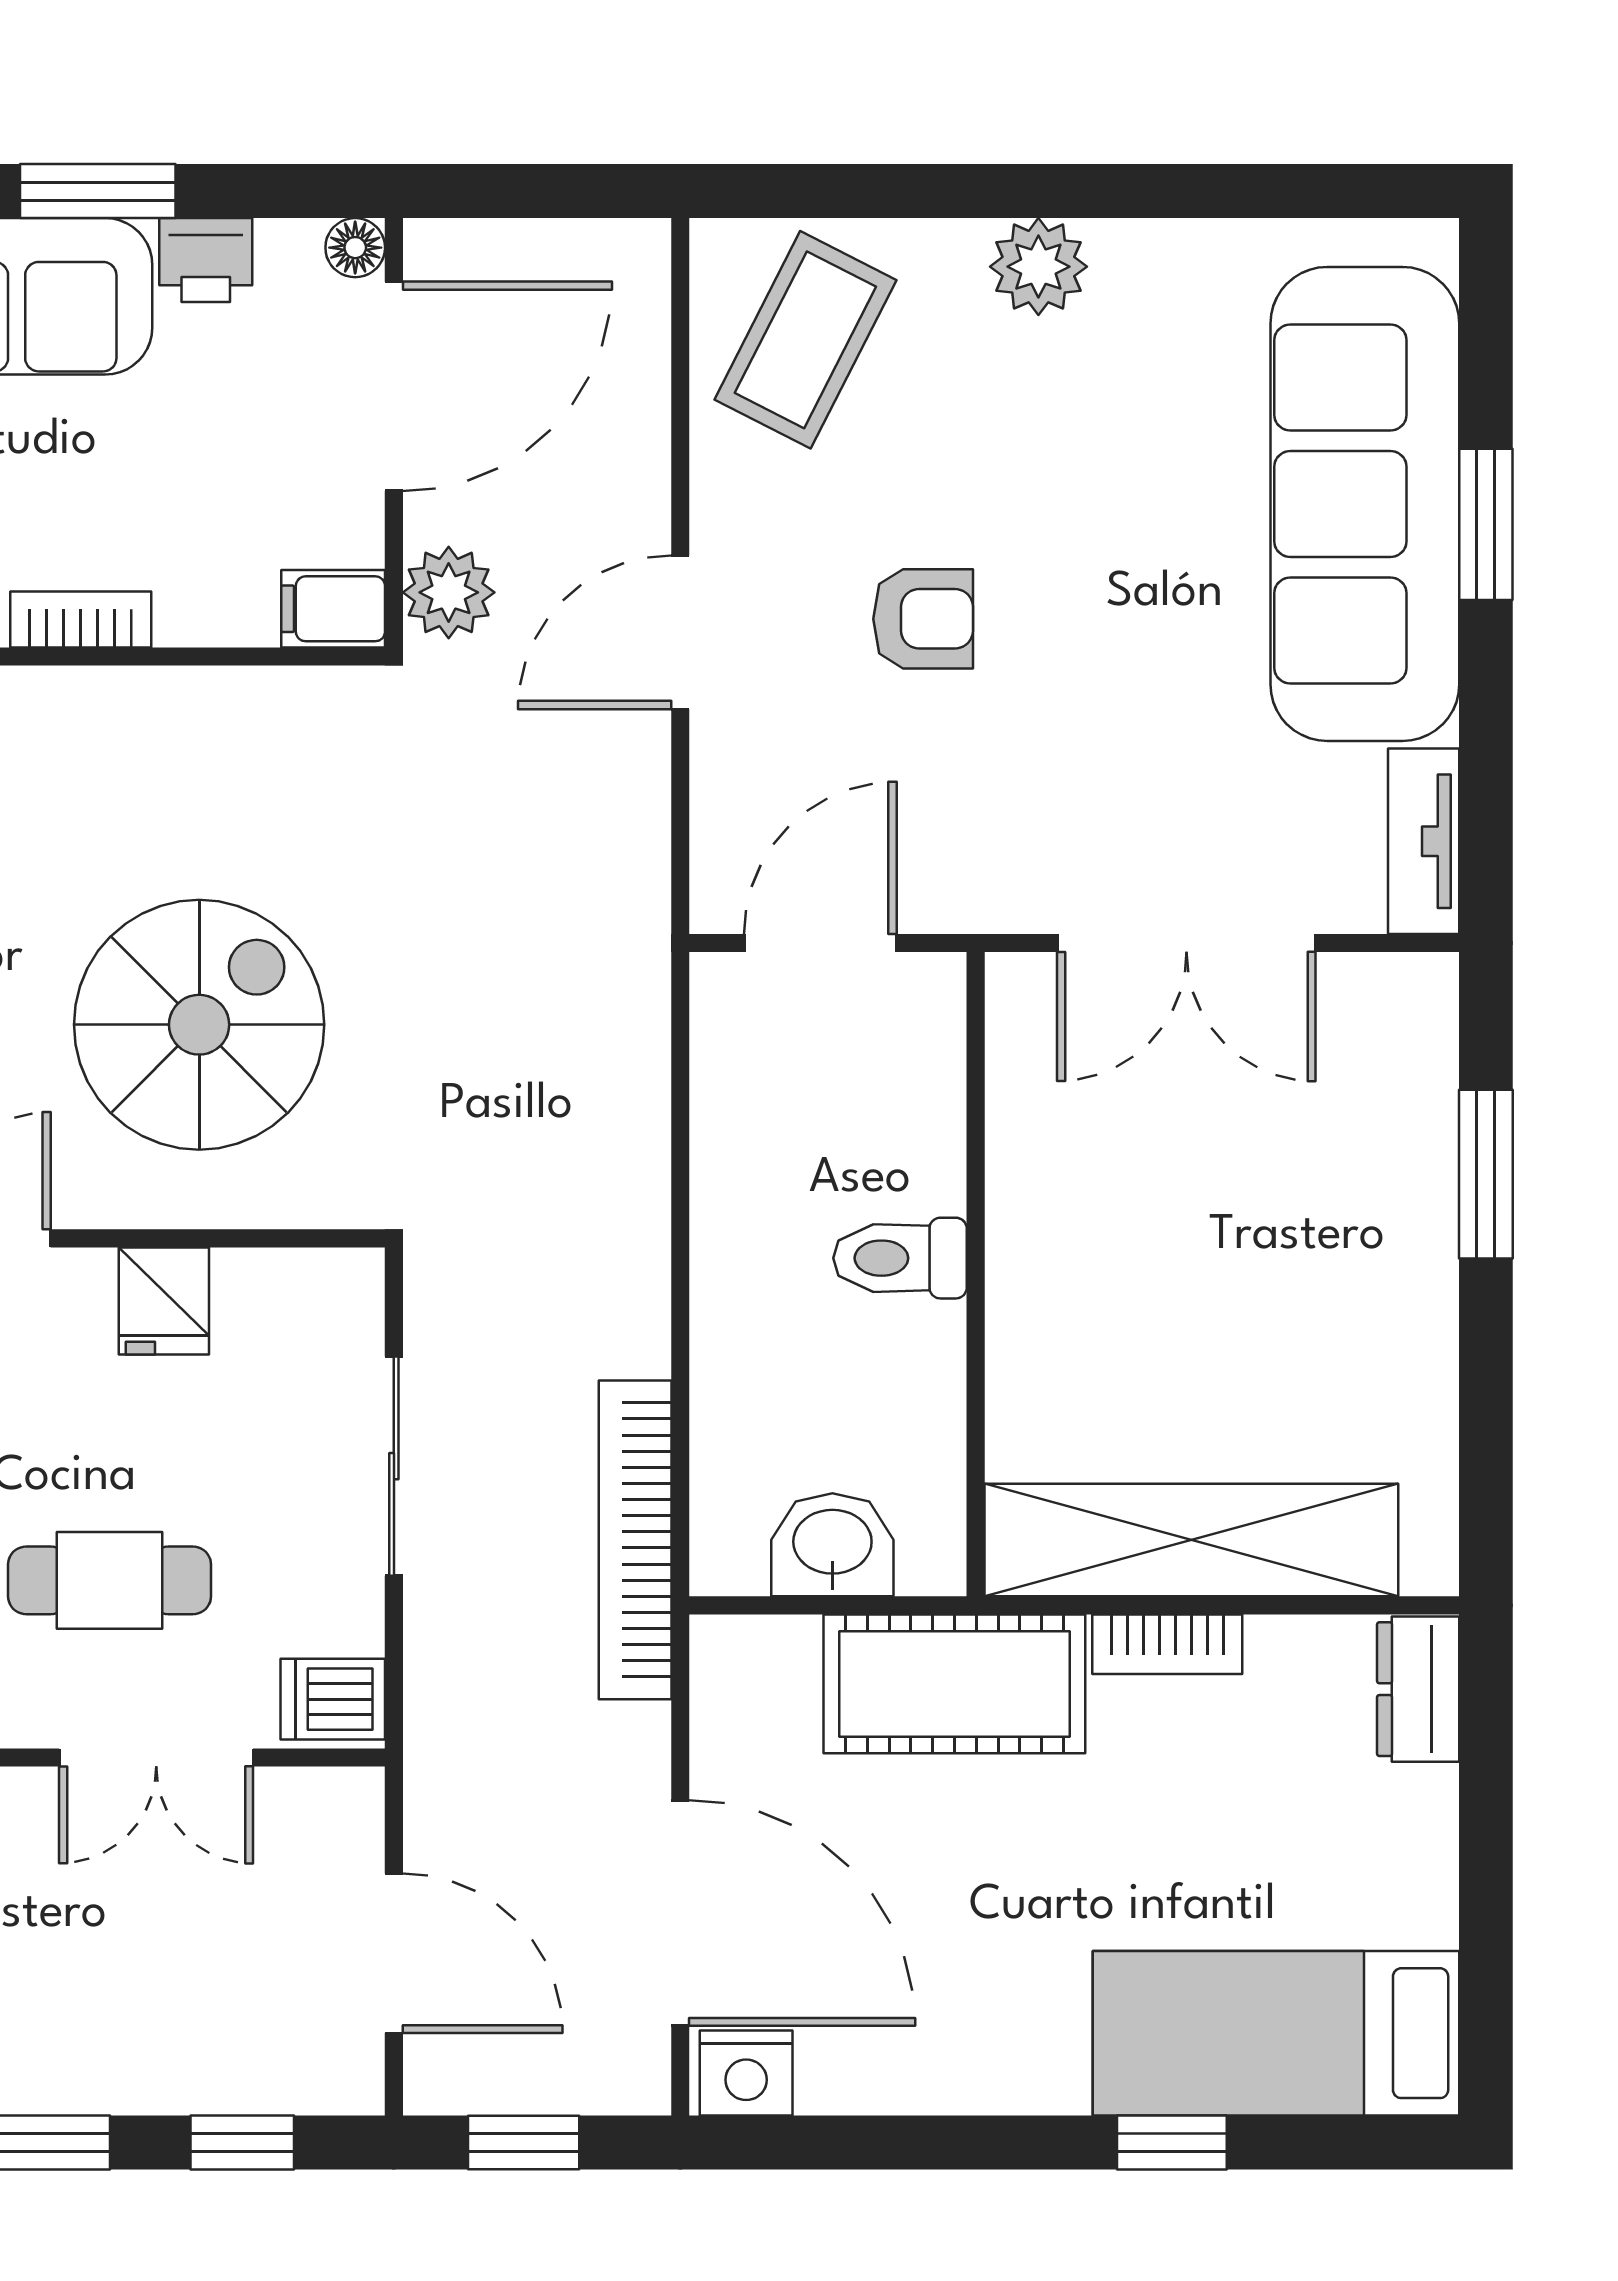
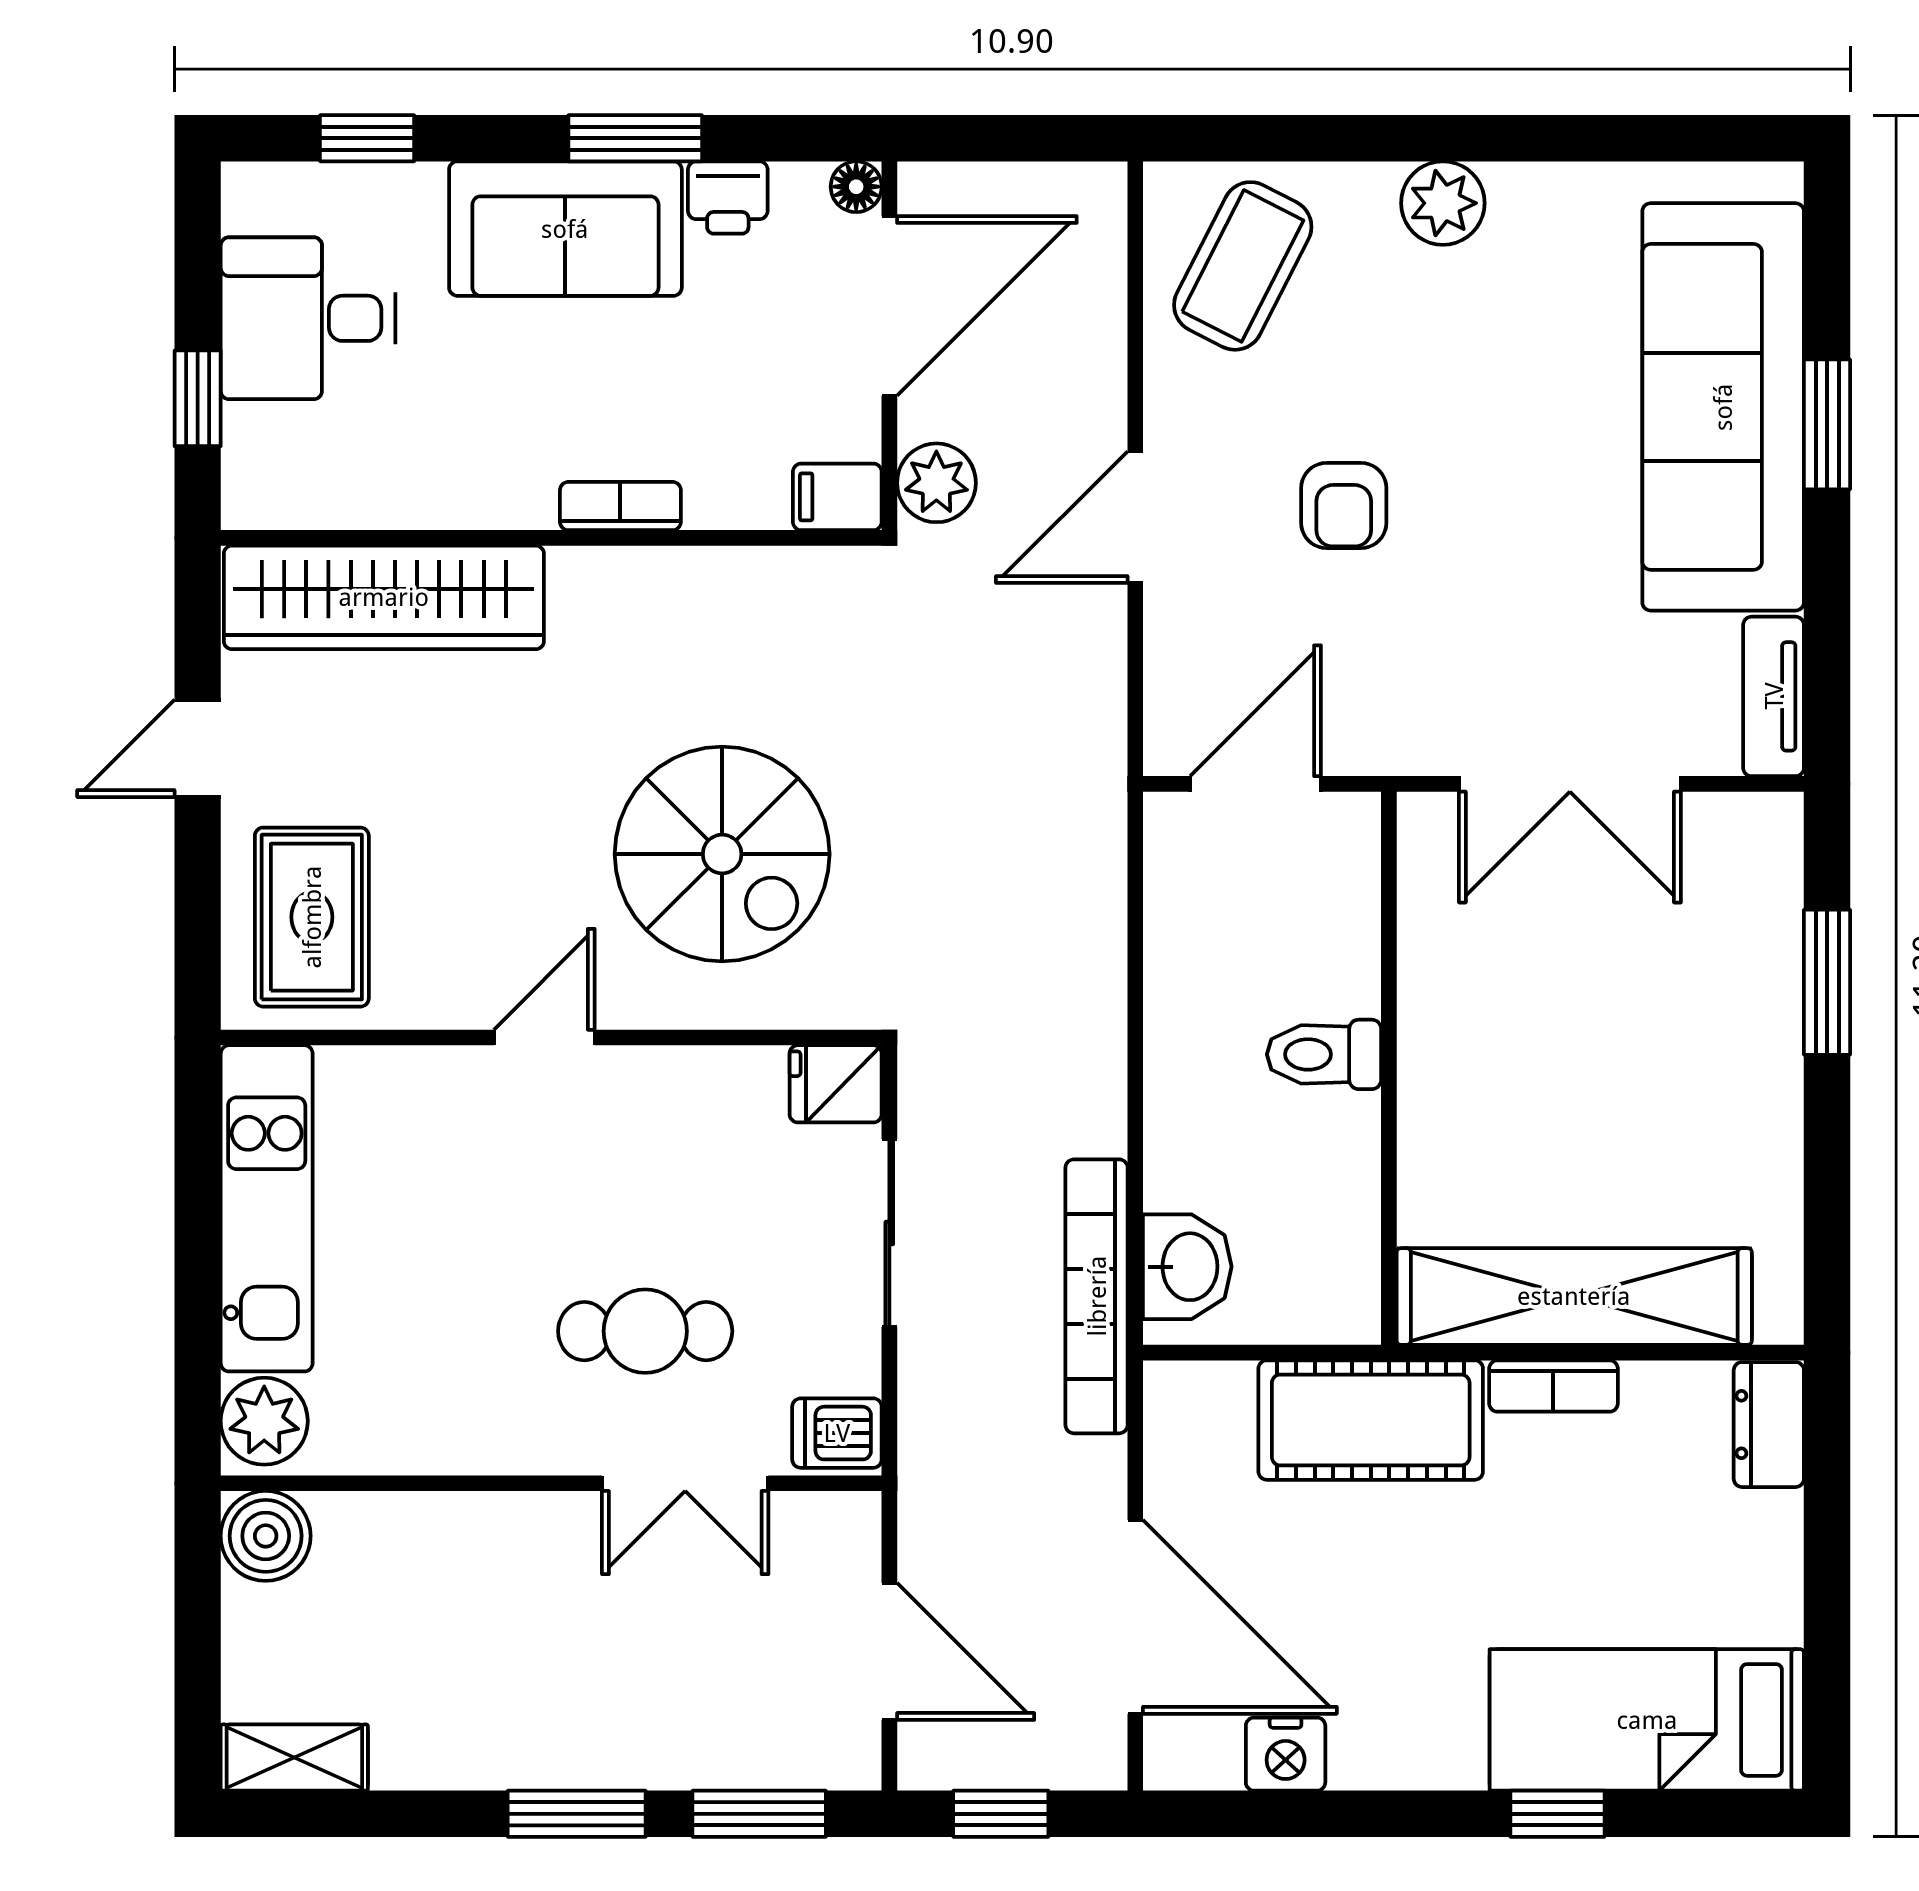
armchair: (923, 619) -> (1344, 505), turned 90
spiral stairs: (199, 1025) -> (722, 854), turned 90
fridge: (164, 1301) -> (836, 1084), moved, turned 90
washbasin: (832, 1545) -> (1187, 1267), moved, turned 90
nightstand: (746, 2073) -> (1286, 1754), moved
window: (242, 2142) -> (759, 1814), width x1.50

